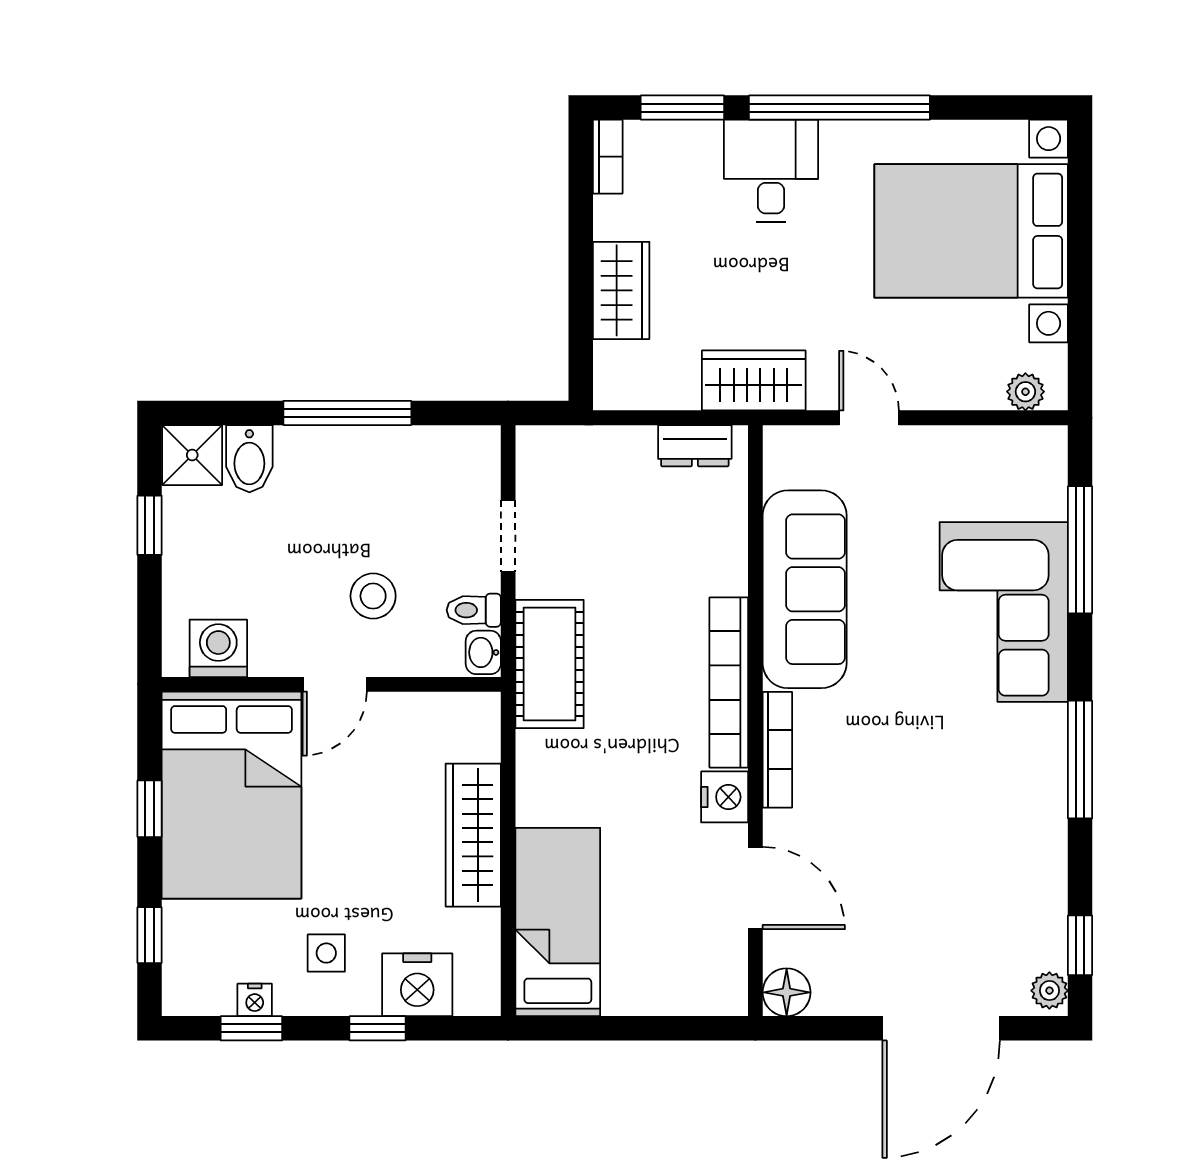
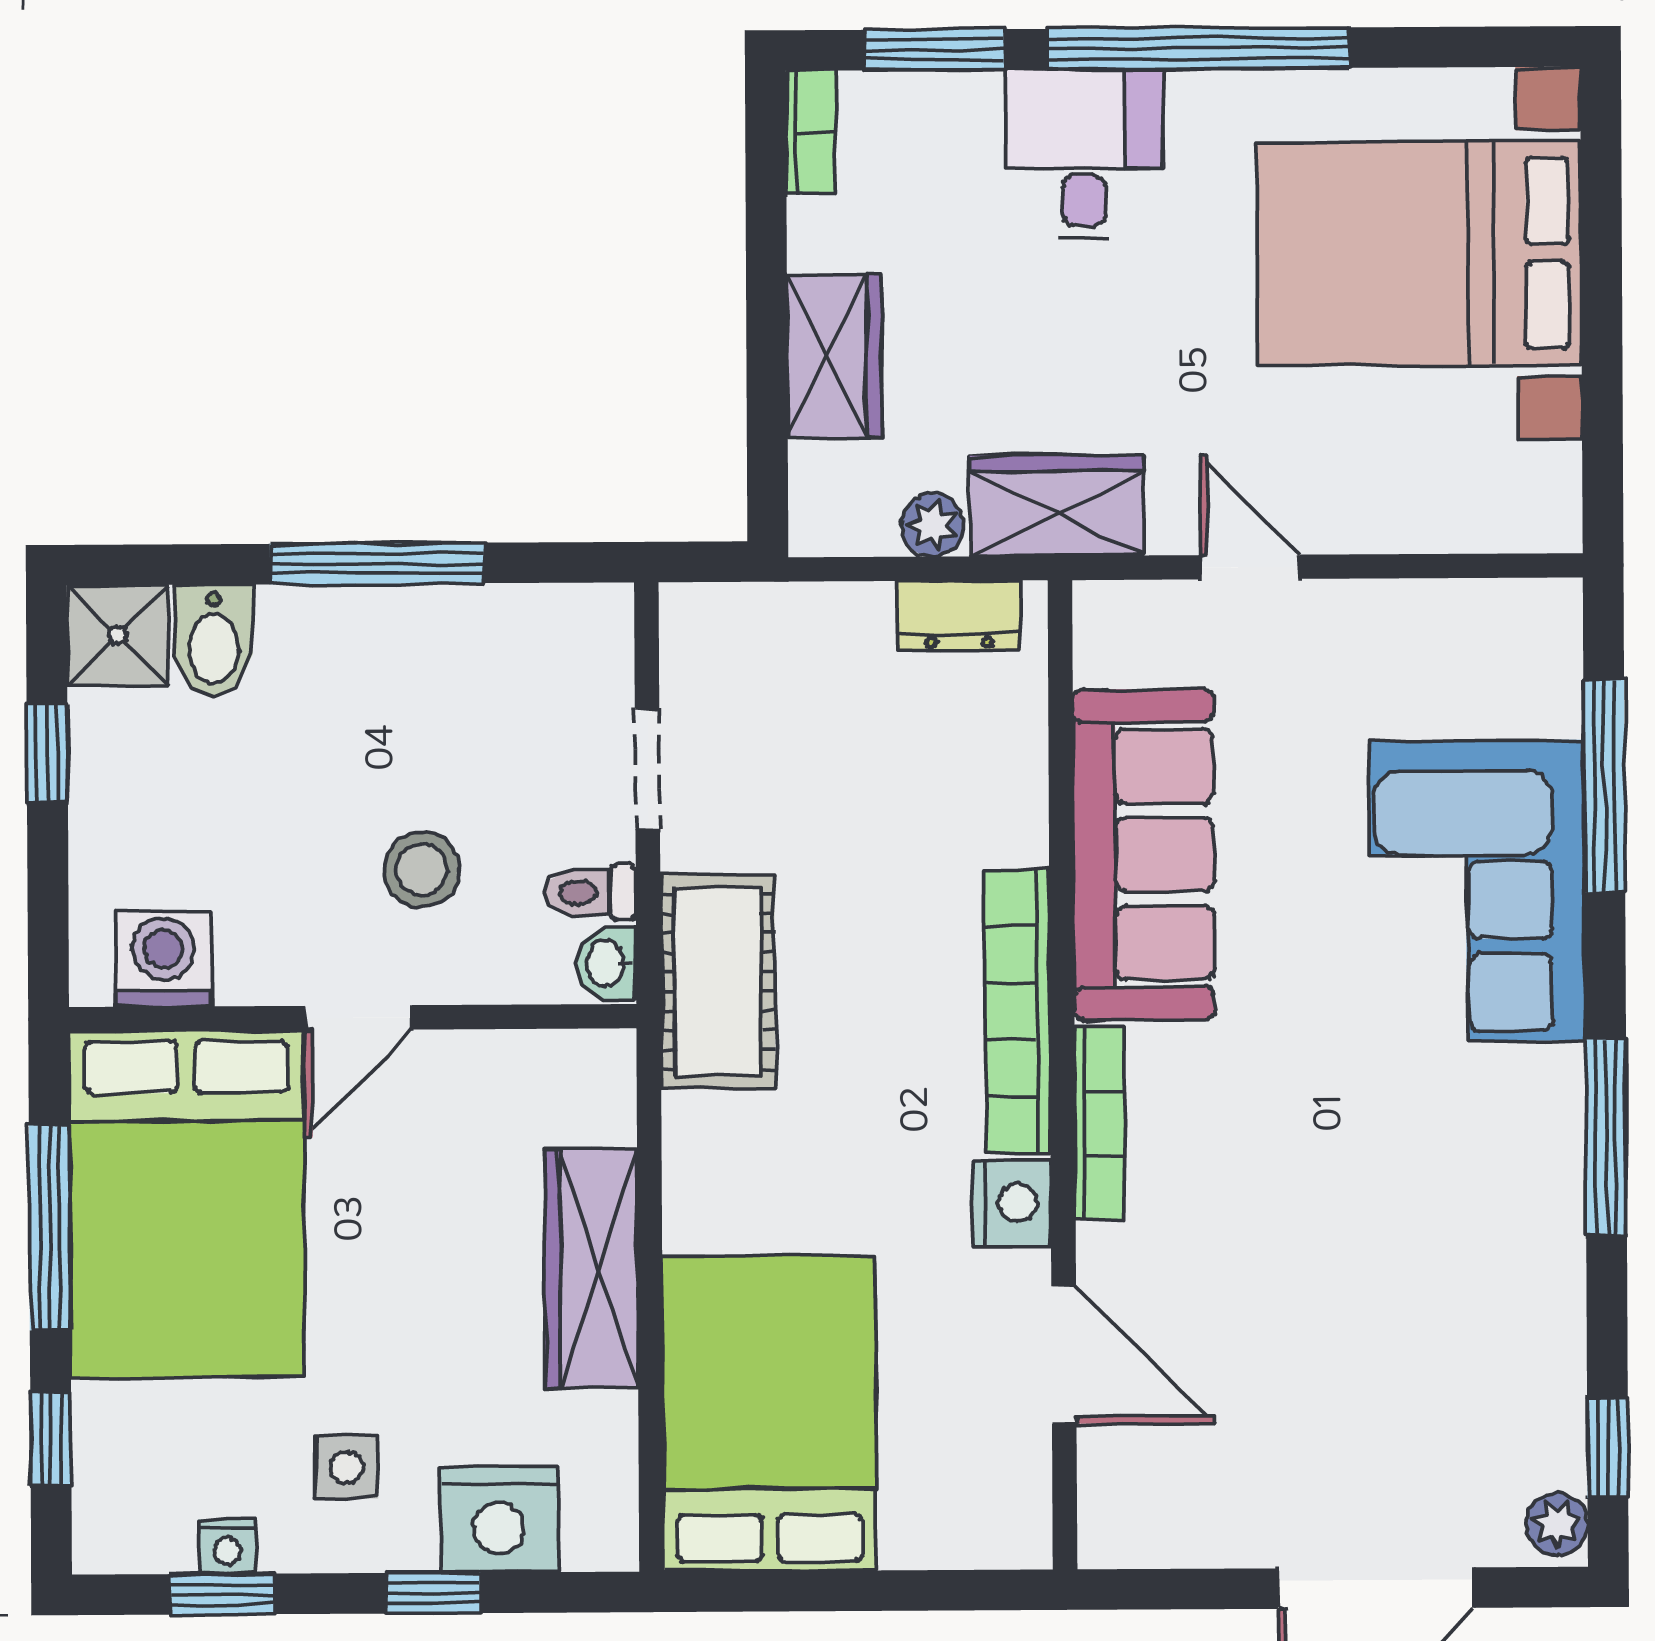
plant: (1025, 392) -> (932, 525), moved
window: (150, 809) -> (50, 1228), width x2.17
bed: (558, 922) -> (769, 1413), width x1.50
floor lamp: (787, 992) -> (1117, 1529), removed

